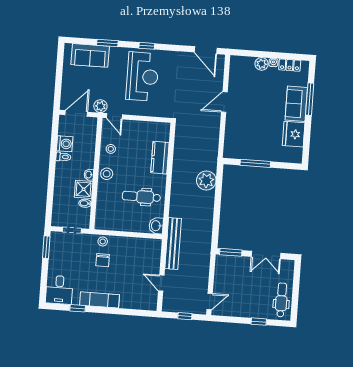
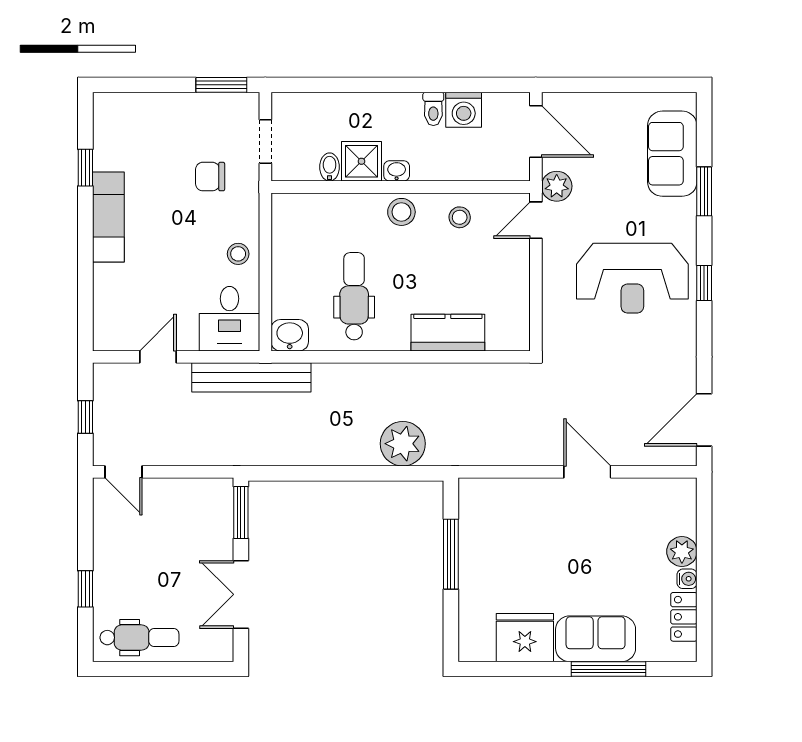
stool: (103, 241) -> (238, 254), moved
chair: (103, 260) -> (210, 177), moved
desk: (59, 290) -> (229, 319), moved, turned -90

